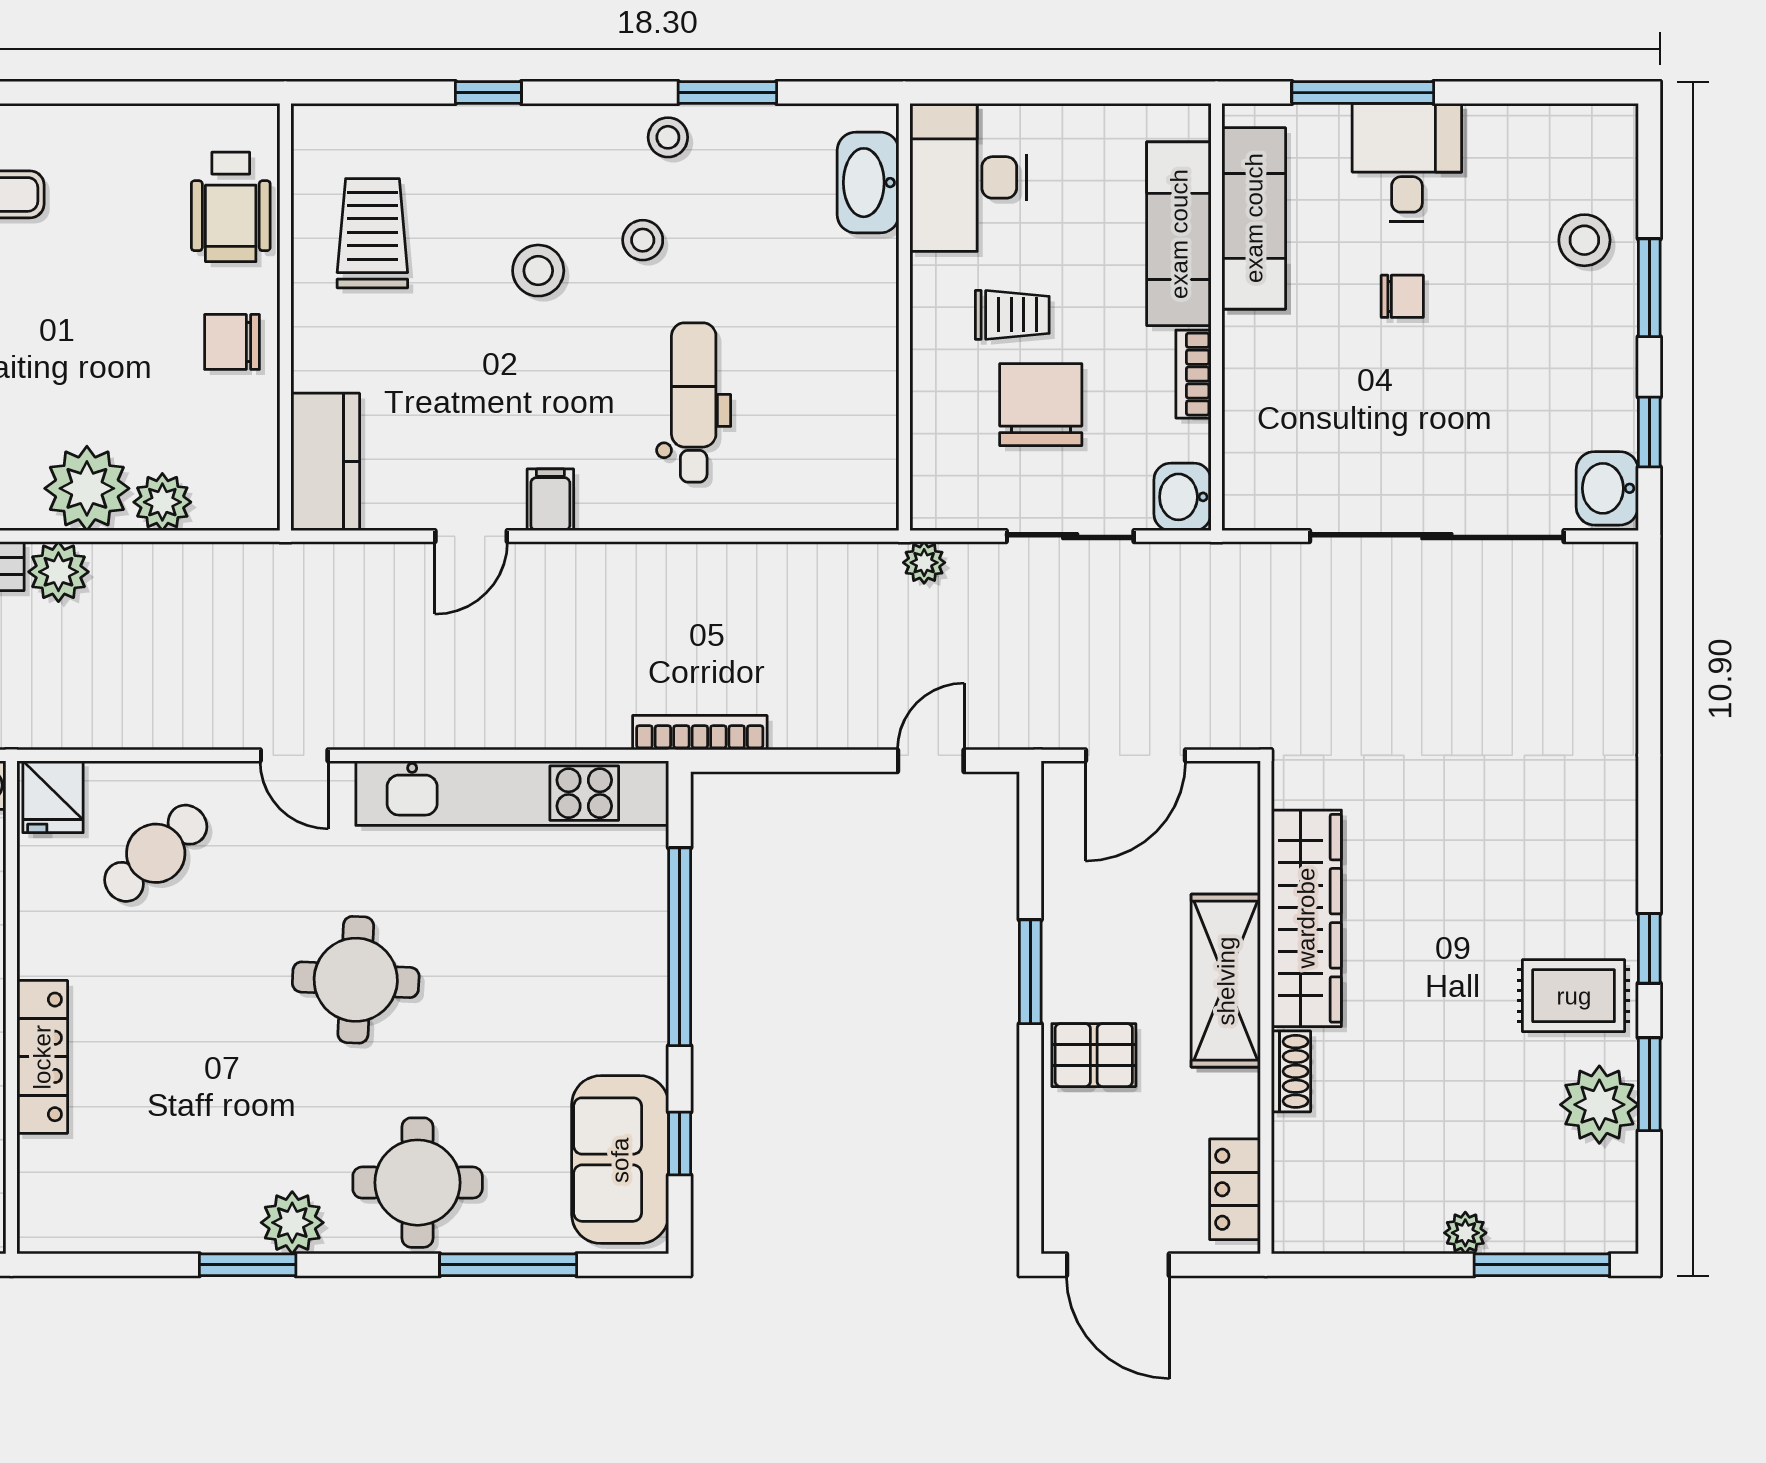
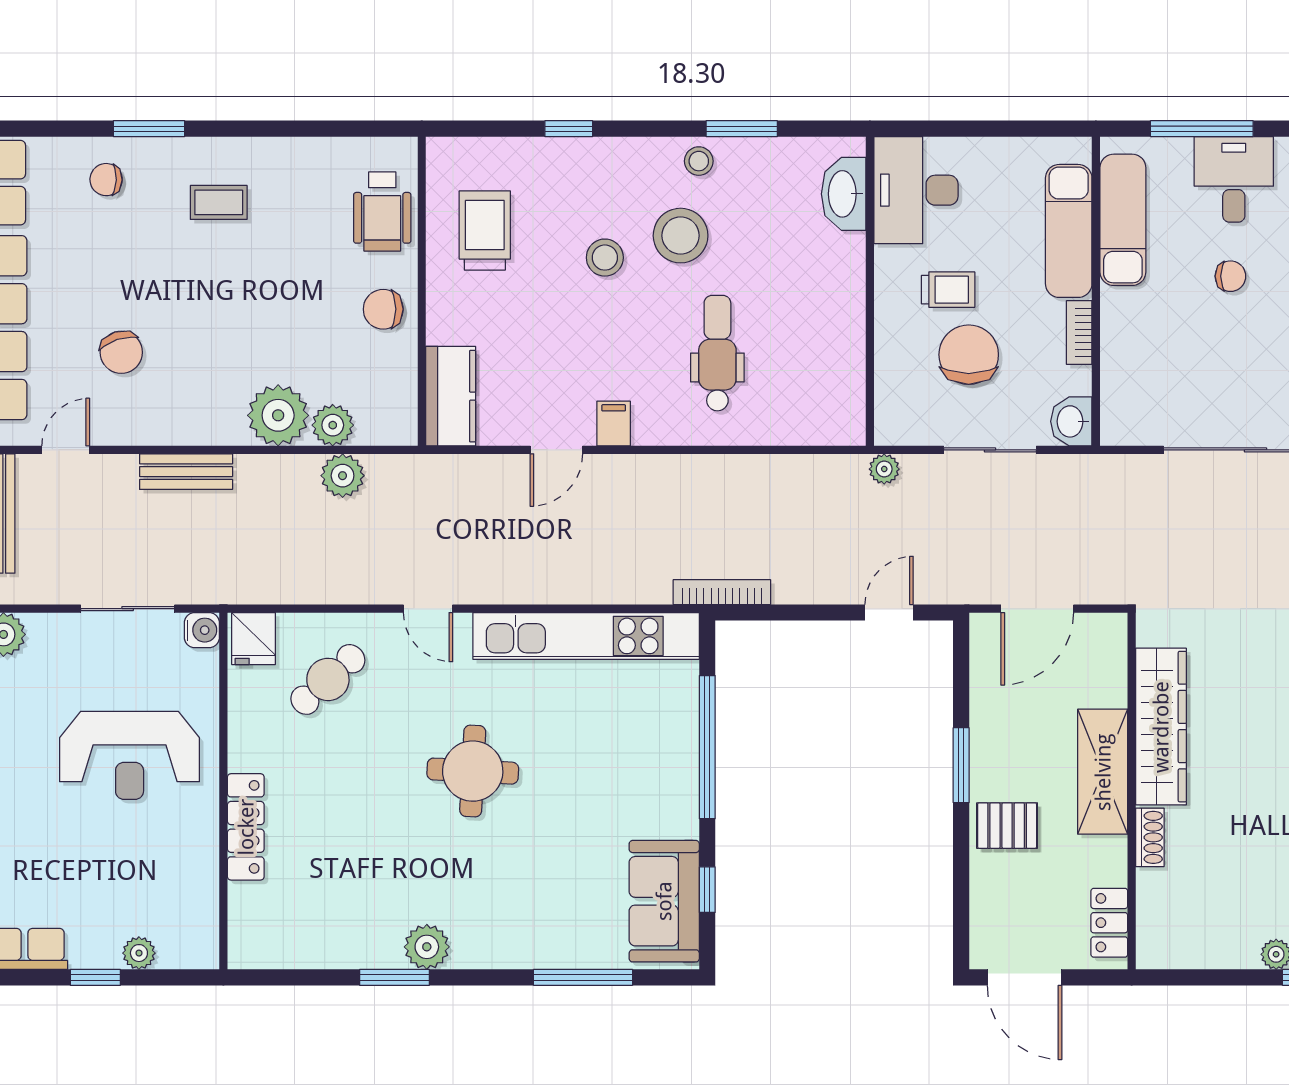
stool: (643, 240) -> (681, 236), width x1.89, depth x1.89
plant: (58, 572) -> (343, 476), moved
round table: (418, 1183) -> (517, 918), removed

